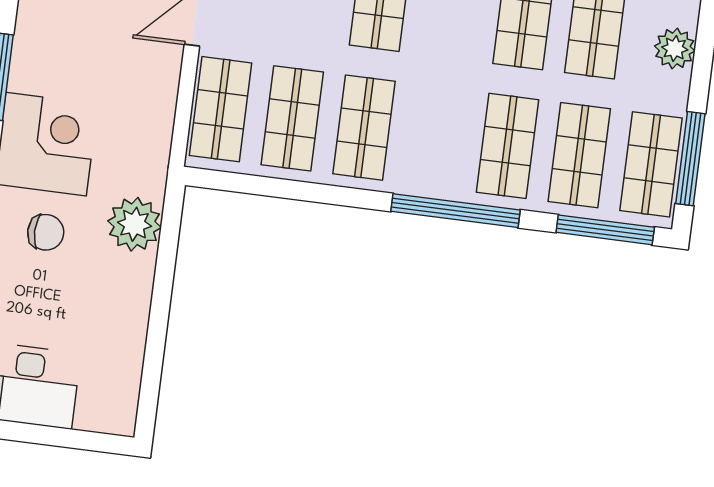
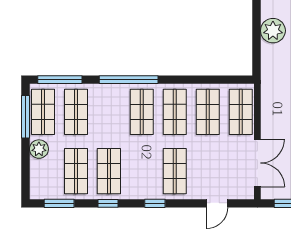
plant: (675, 48) -> (39, 149), moved
shop shelf: (507, 146) -> (142, 112), moved
plant: (134, 224) -> (273, 31), moved

